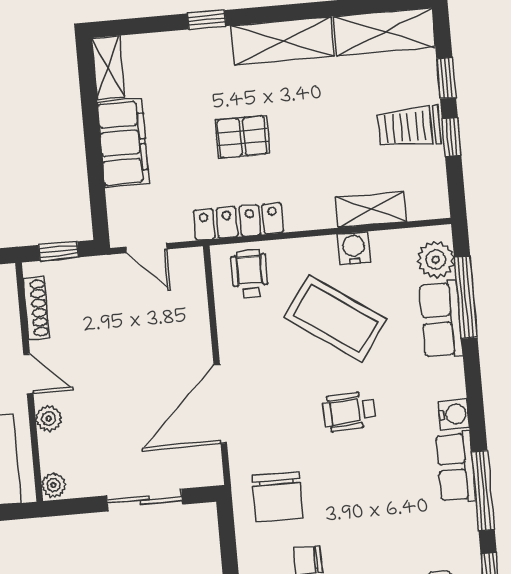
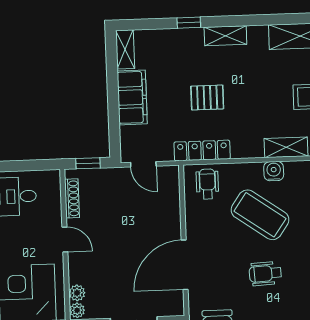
shelving: (283, 41) -> (225, 36), width x0.67, depth x0.75
plant: (49, 419) -> (77, 293), moved

